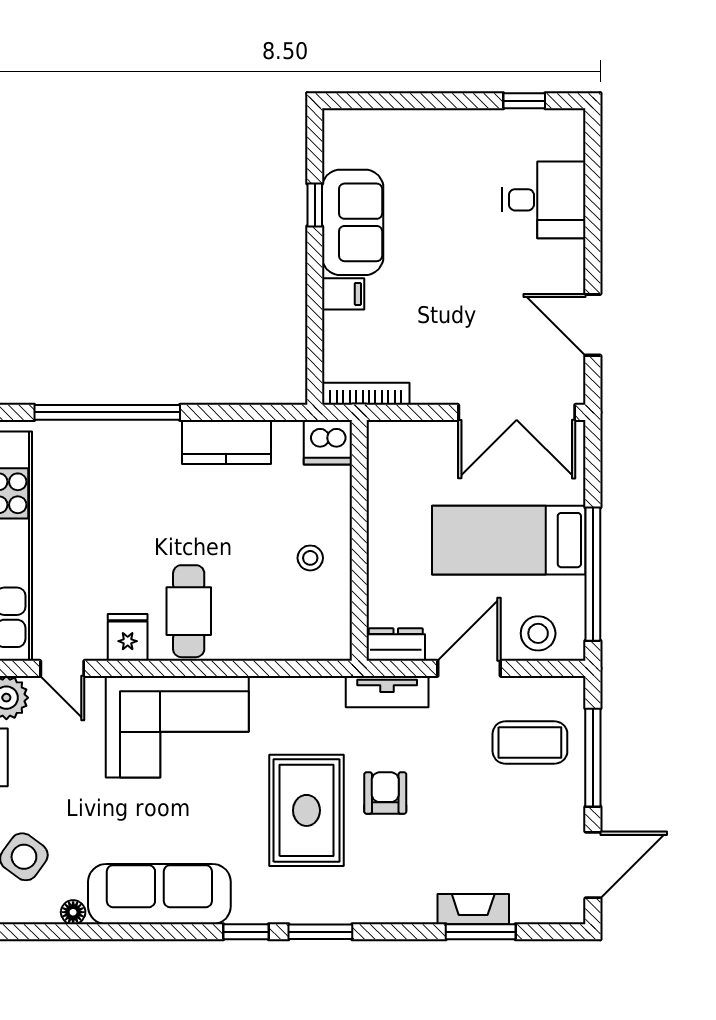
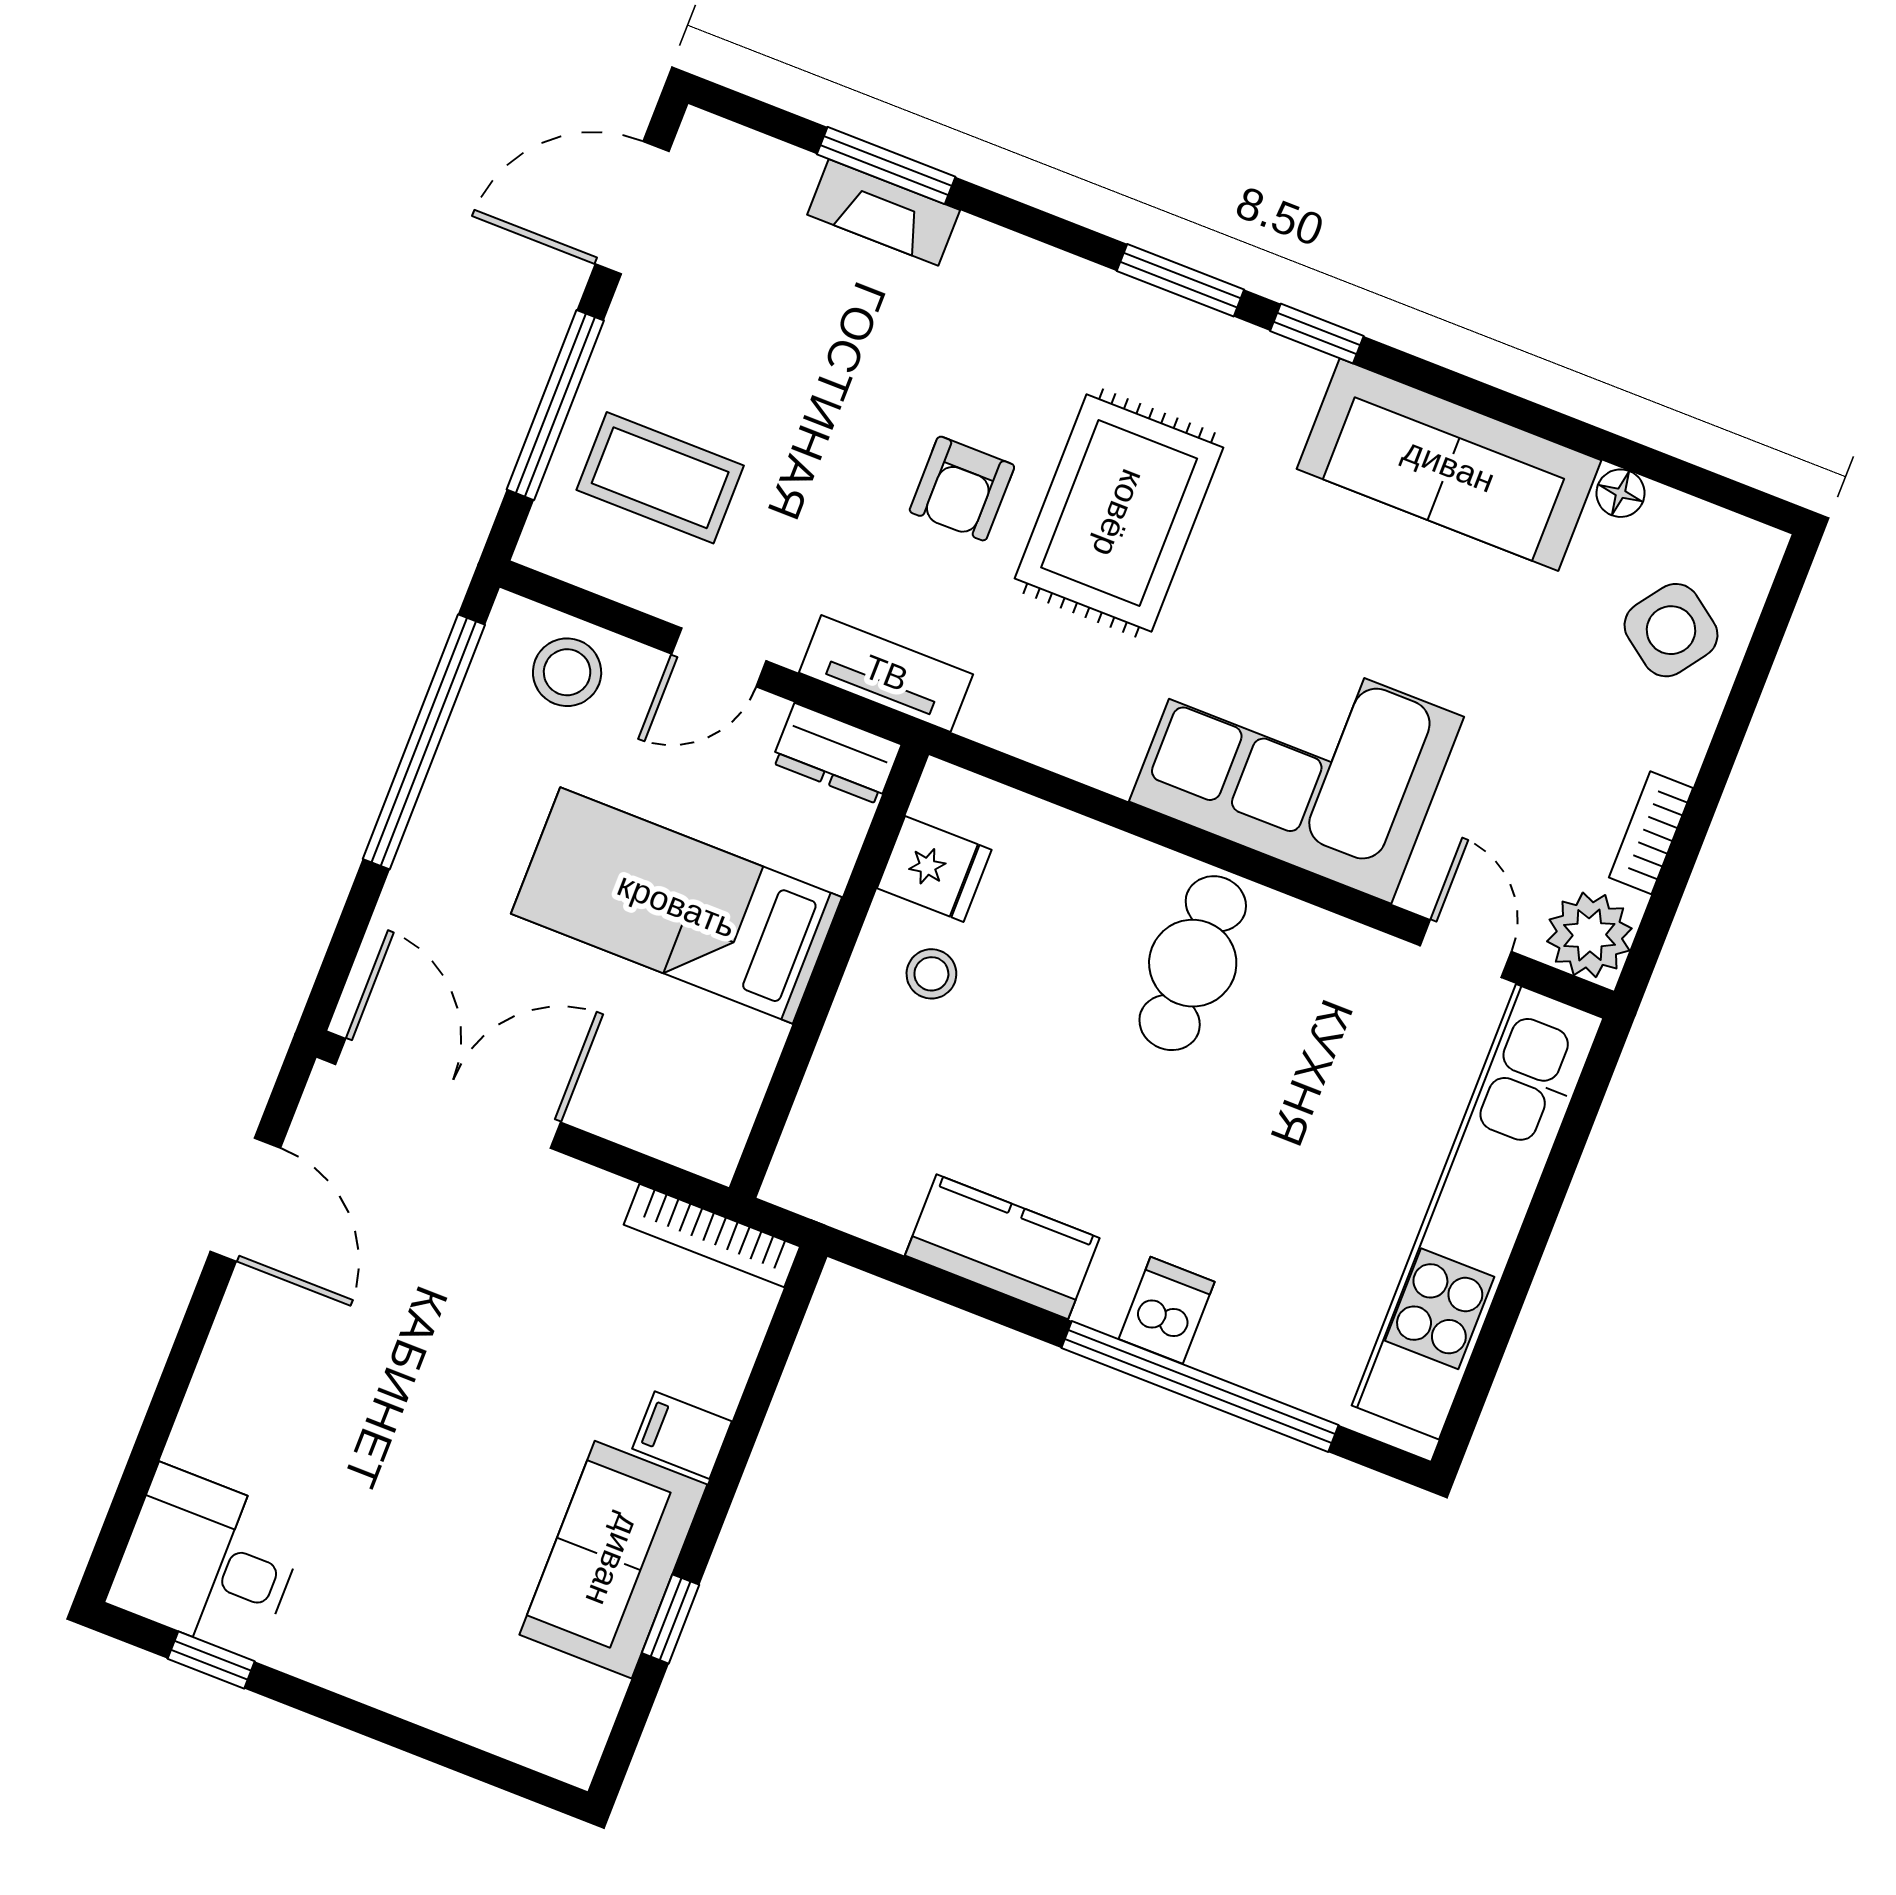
desk: (544, 200) -> (208, 1562), moved
dishwasher: (328, 442) -> (1167, 1310), moved, width x0.73
bed: (509, 540) -> (677, 905), moved, turned 180
fridge: (128, 637) -> (934, 869), moved, turned -90
door: (469, 668) -> (719, 657), width x0.73

